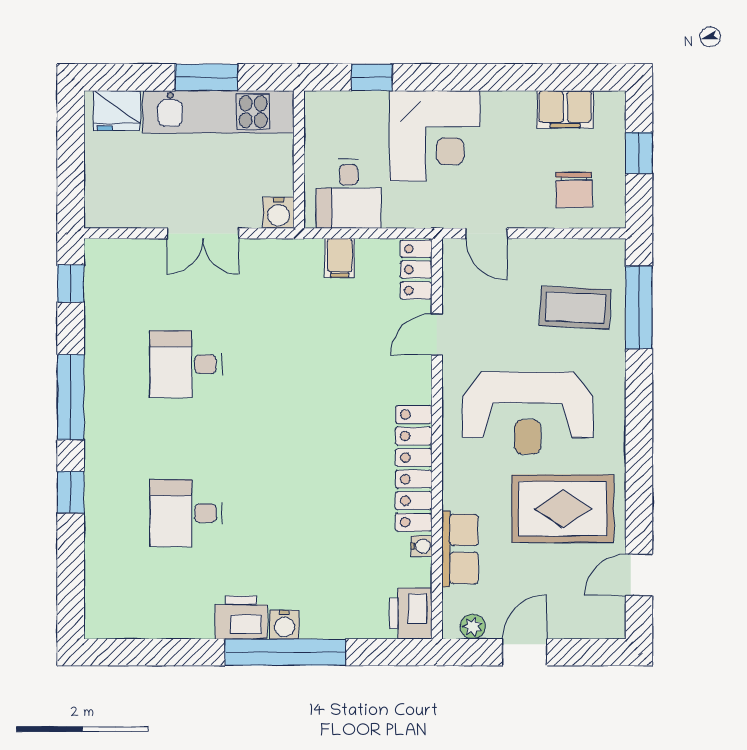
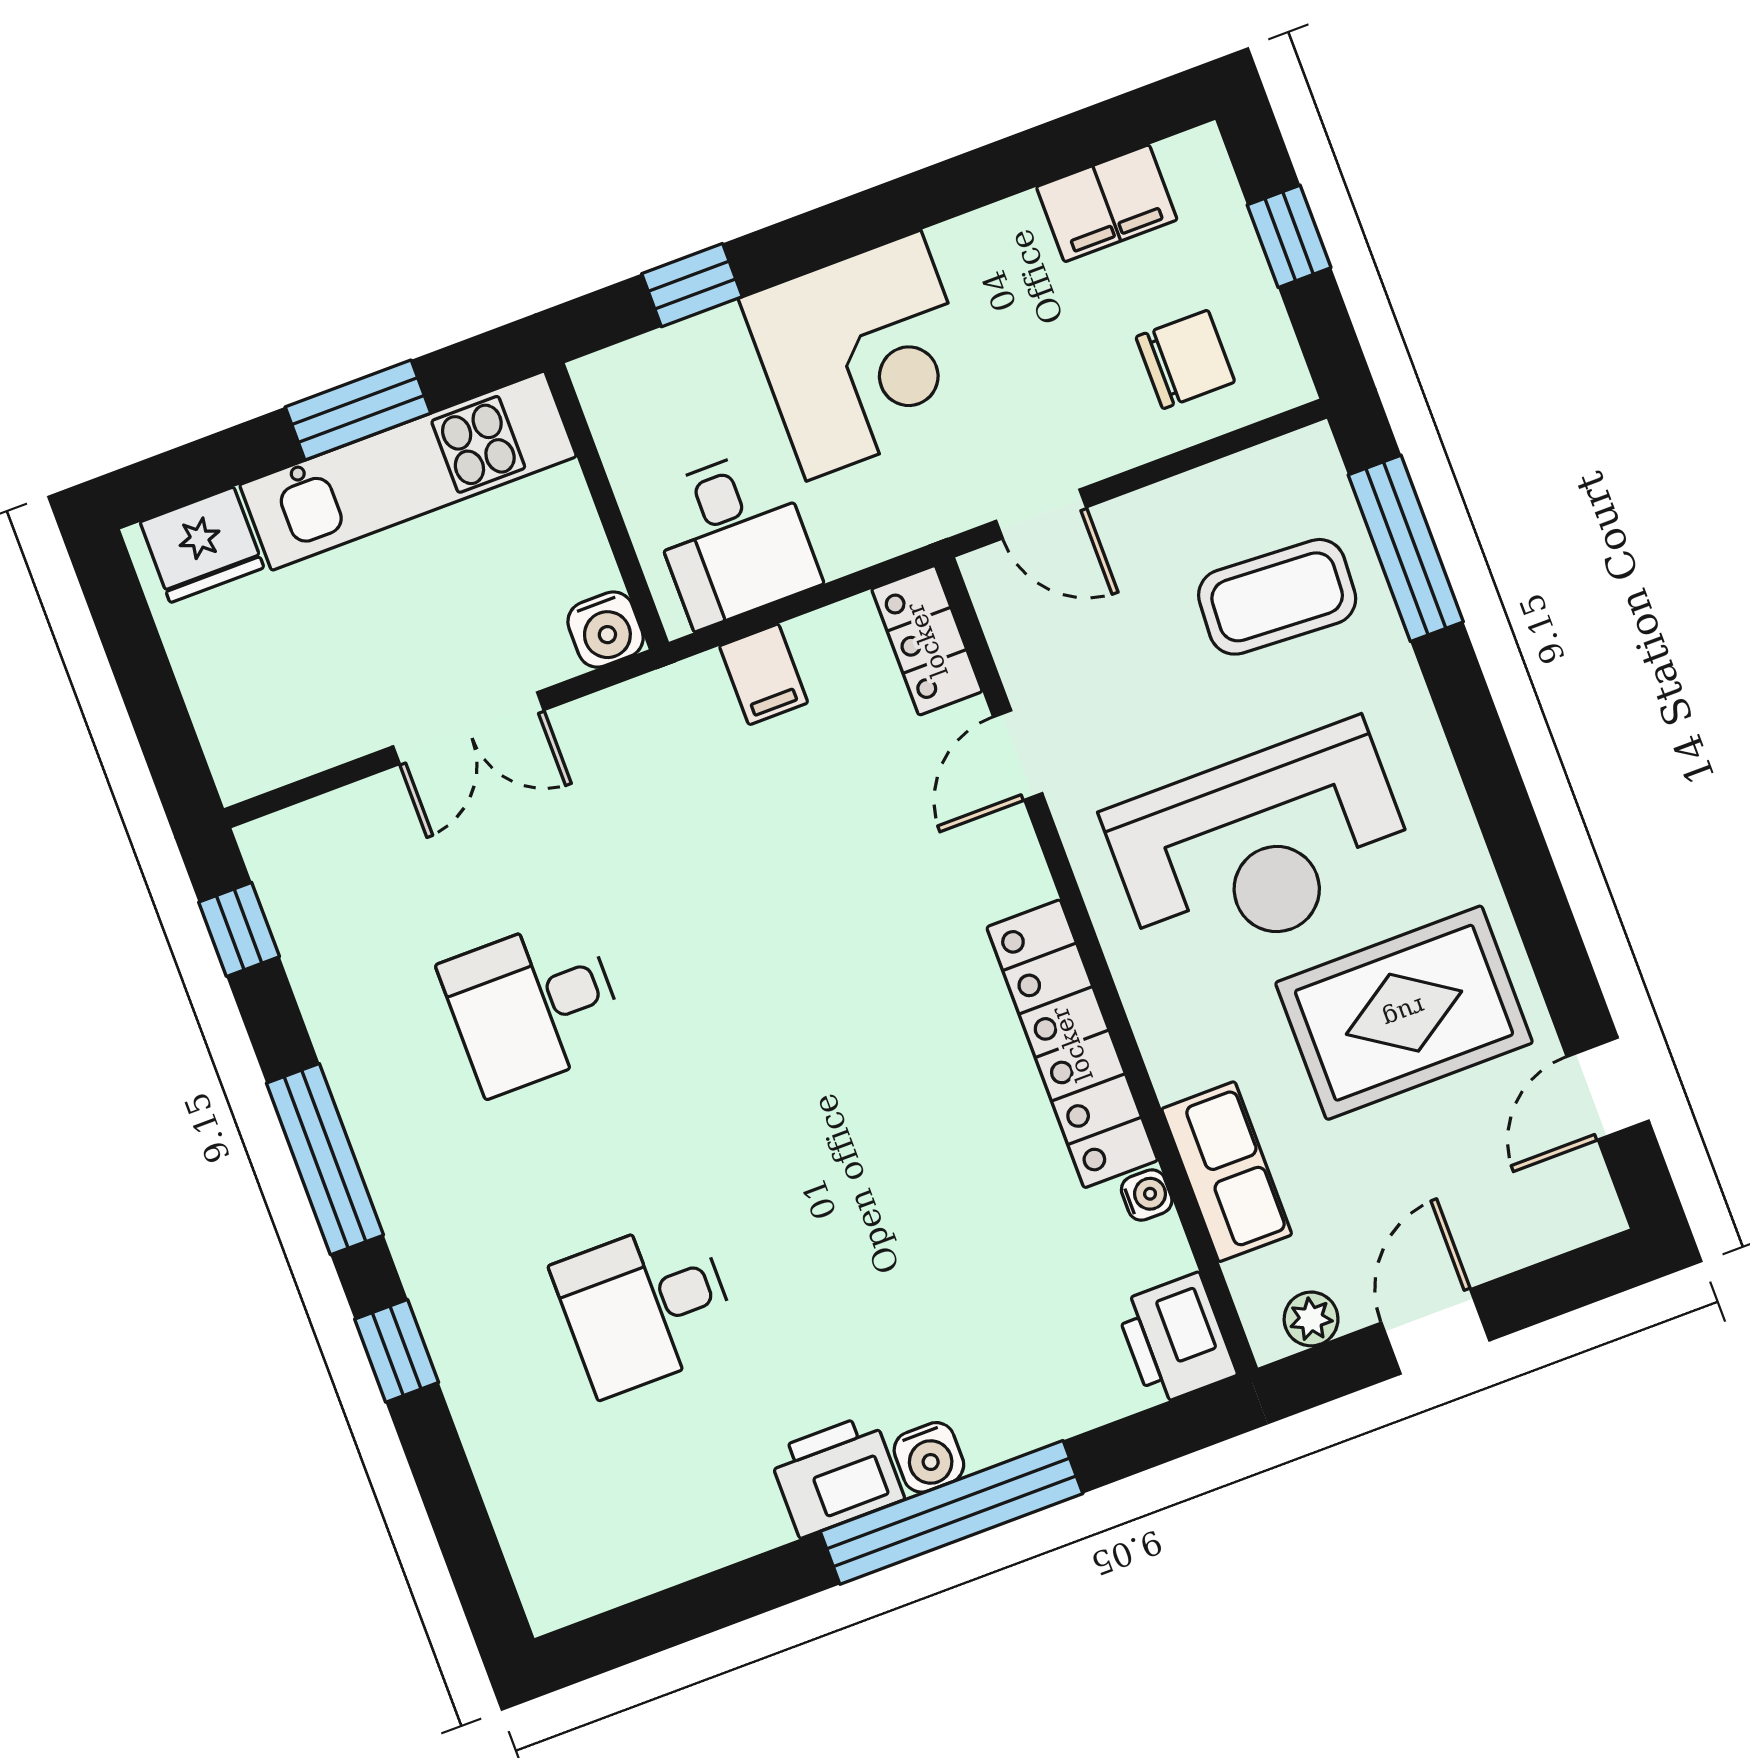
chair: (574, 190) -> (1185, 359), turned -90

